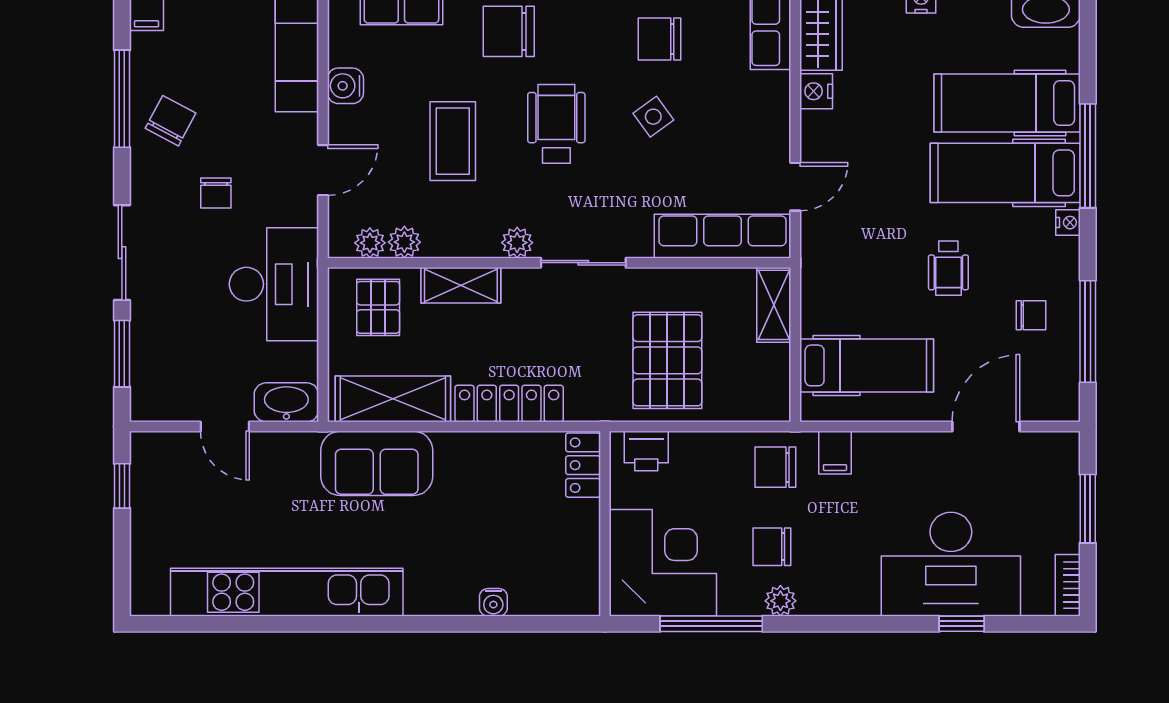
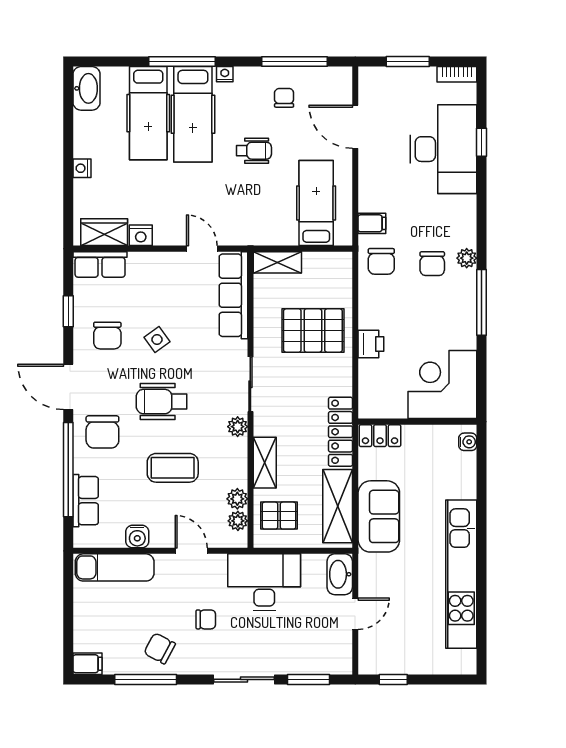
locker: (583, 465) -> (380, 436), moved
wall: (605, 524) -> (417, 422), moved
corner desk: (663, 563) -> (442, 385), moved

